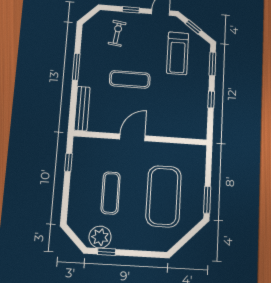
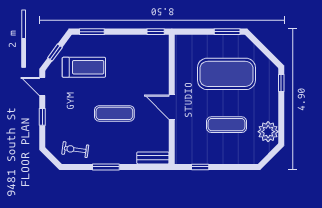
exercise bike: (117, 33) -> (75, 150), moved
exercise mat: (130, 79) -> (114, 113), turned 90
window: (211, 100) -> (156, 32), moved
bench: (82, 109) -> (153, 158), width x0.73
window: (107, 252) -> (281, 83), moved

